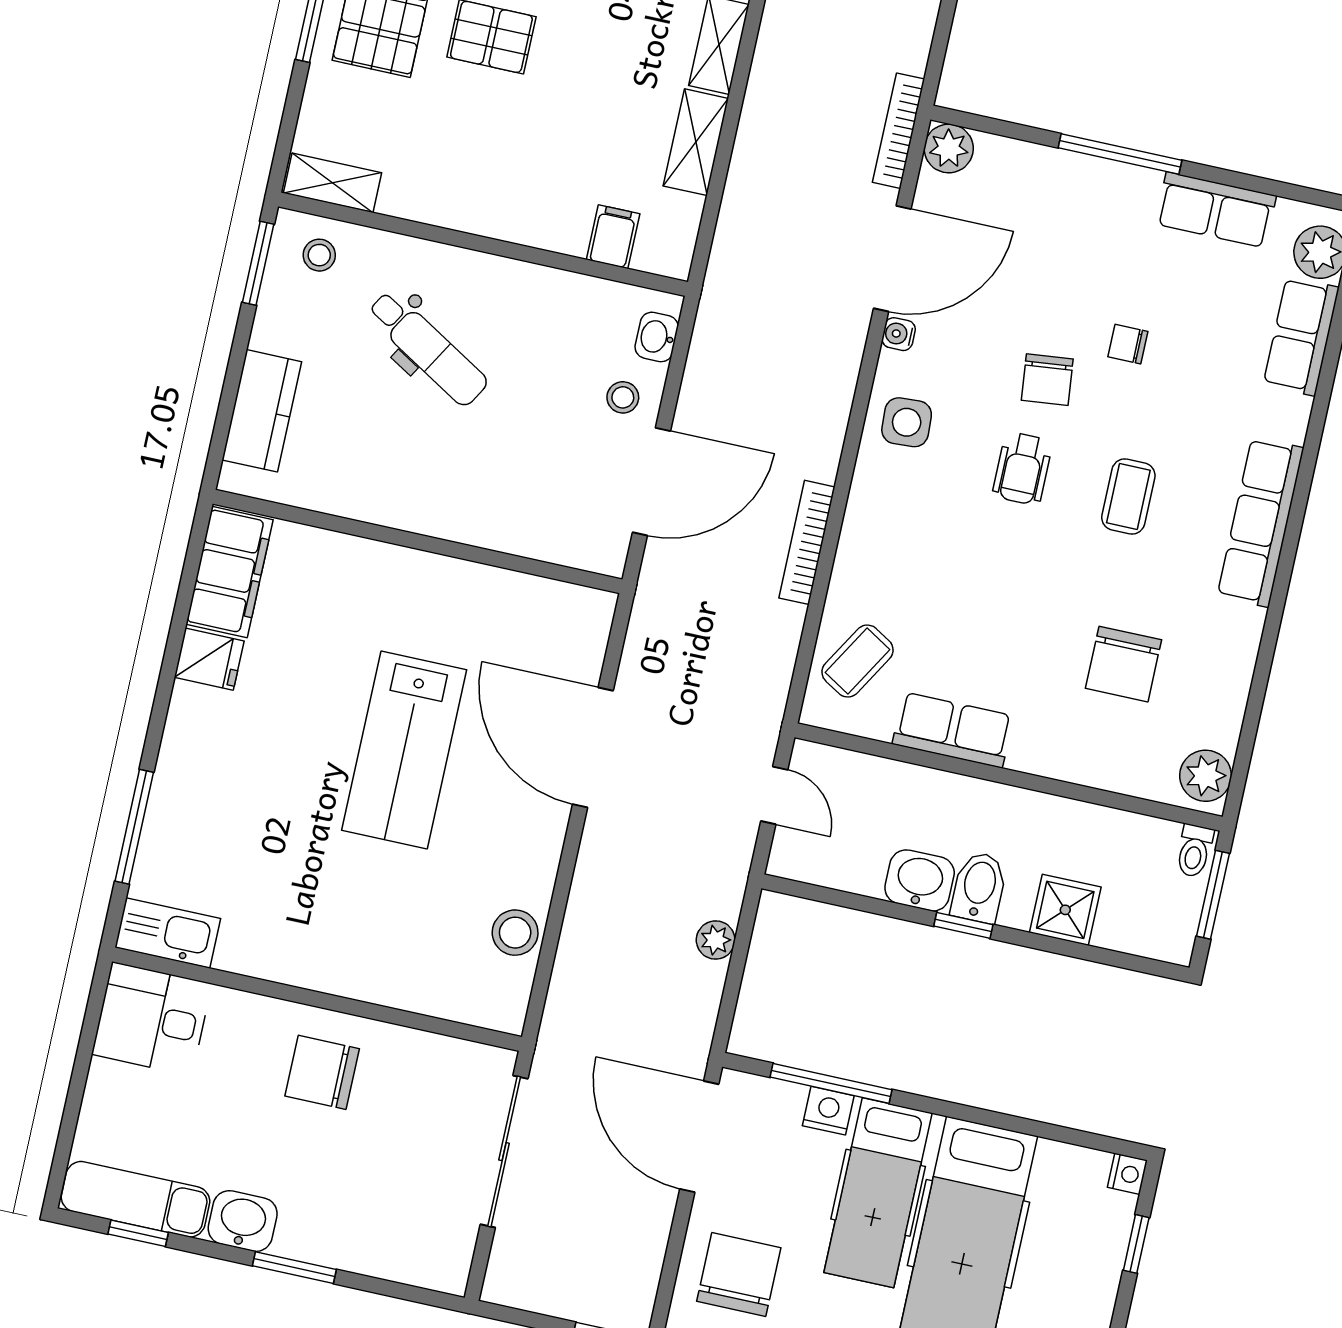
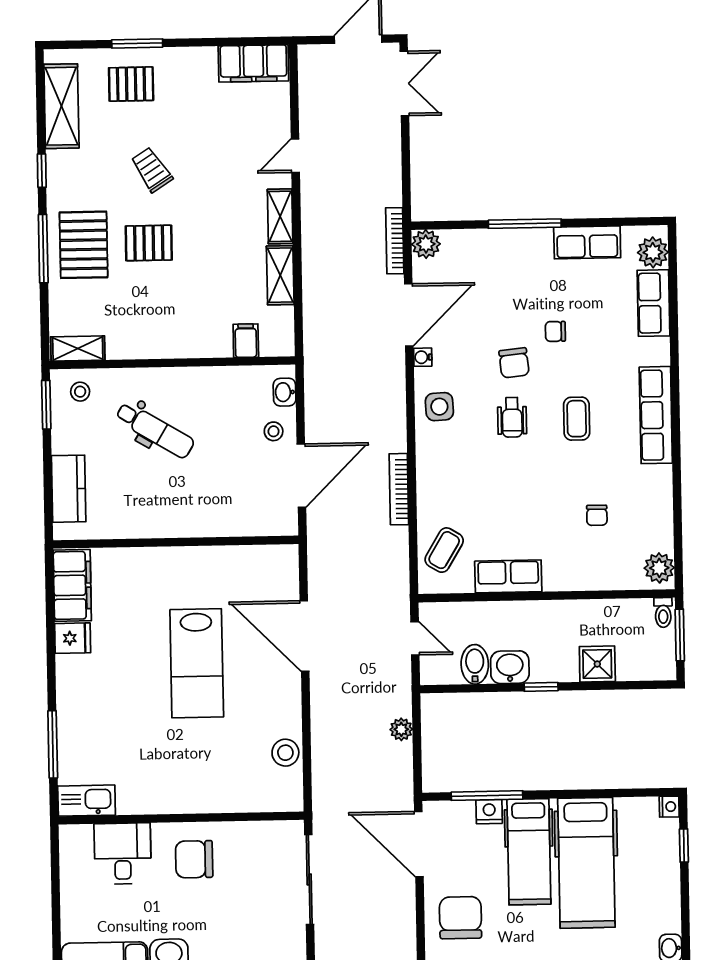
chair: (1123, 664) -> (597, 515), width x0.54, depth x0.54
bidet: (979, 887) -> (475, 664), moved
desk: (152, 1019) -> (123, 854), moved, turned 90

